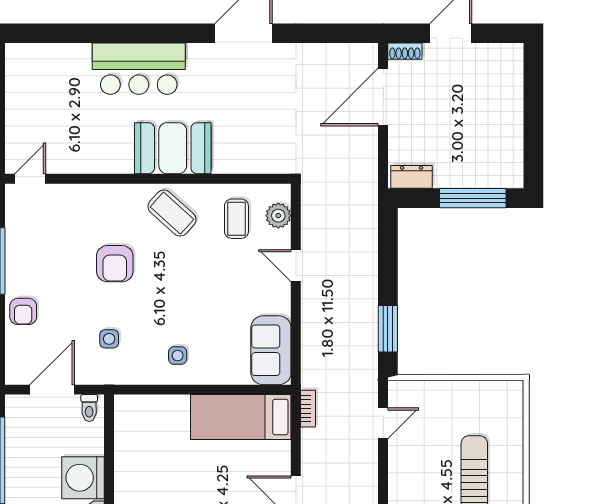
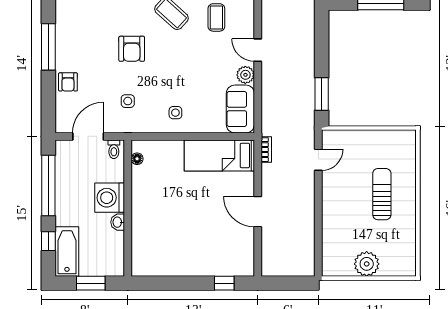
plant: (278, 216) -> (245, 75), moved
floor lamp: (122, 422) -> (137, 159), added

